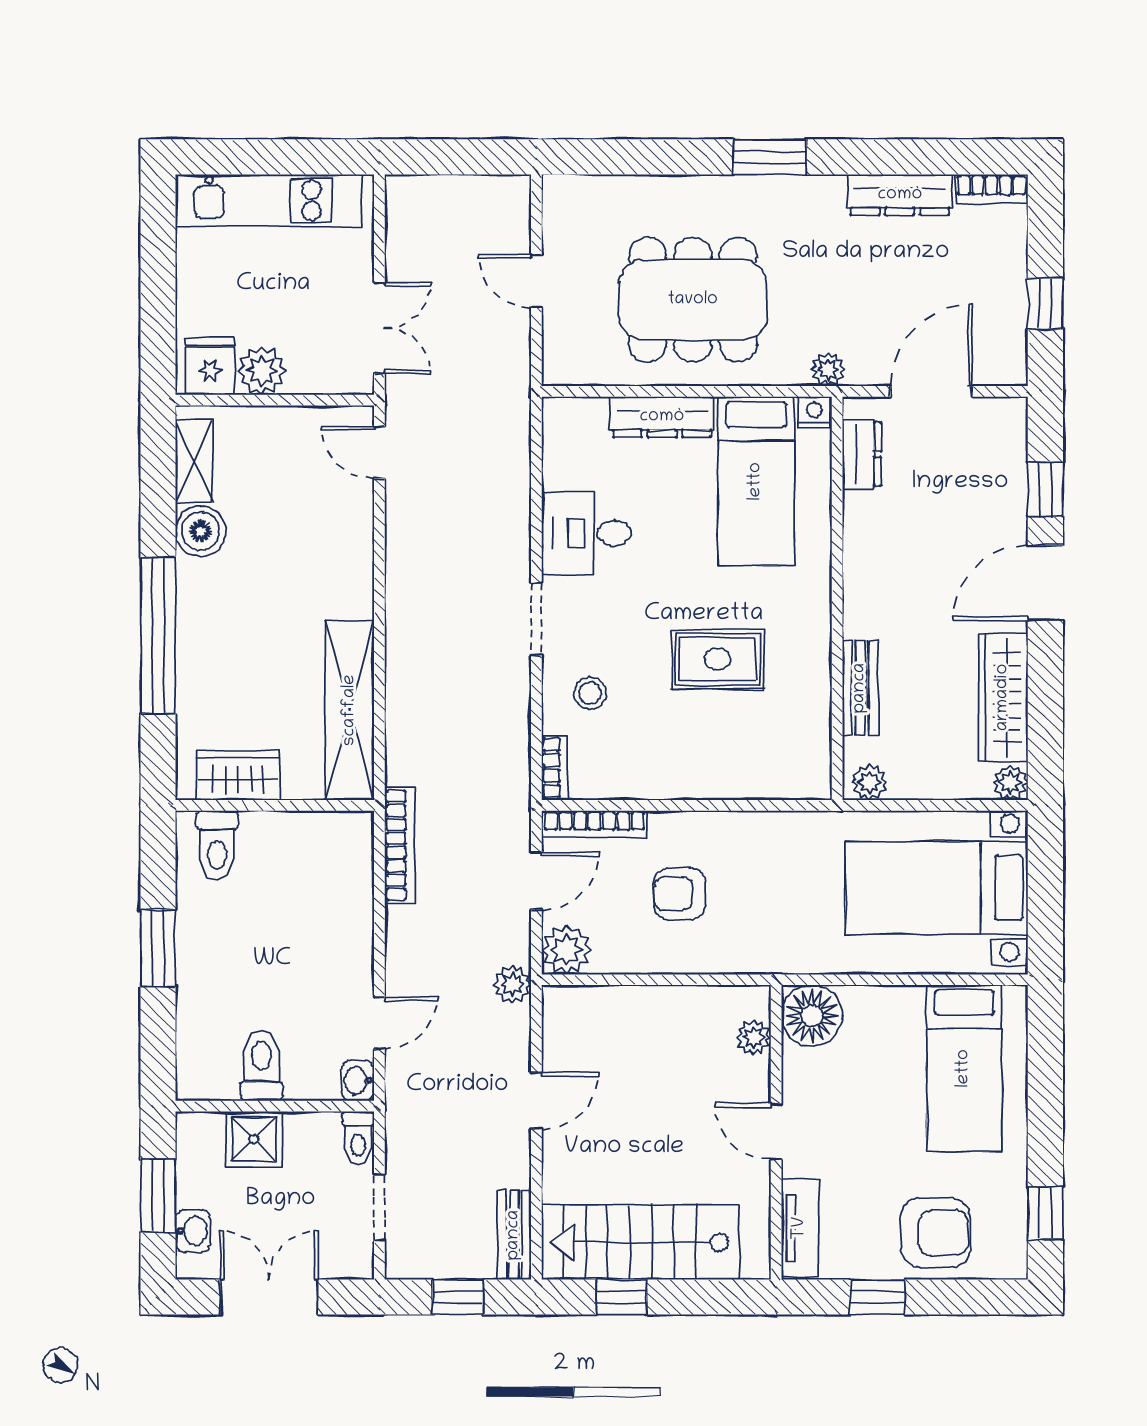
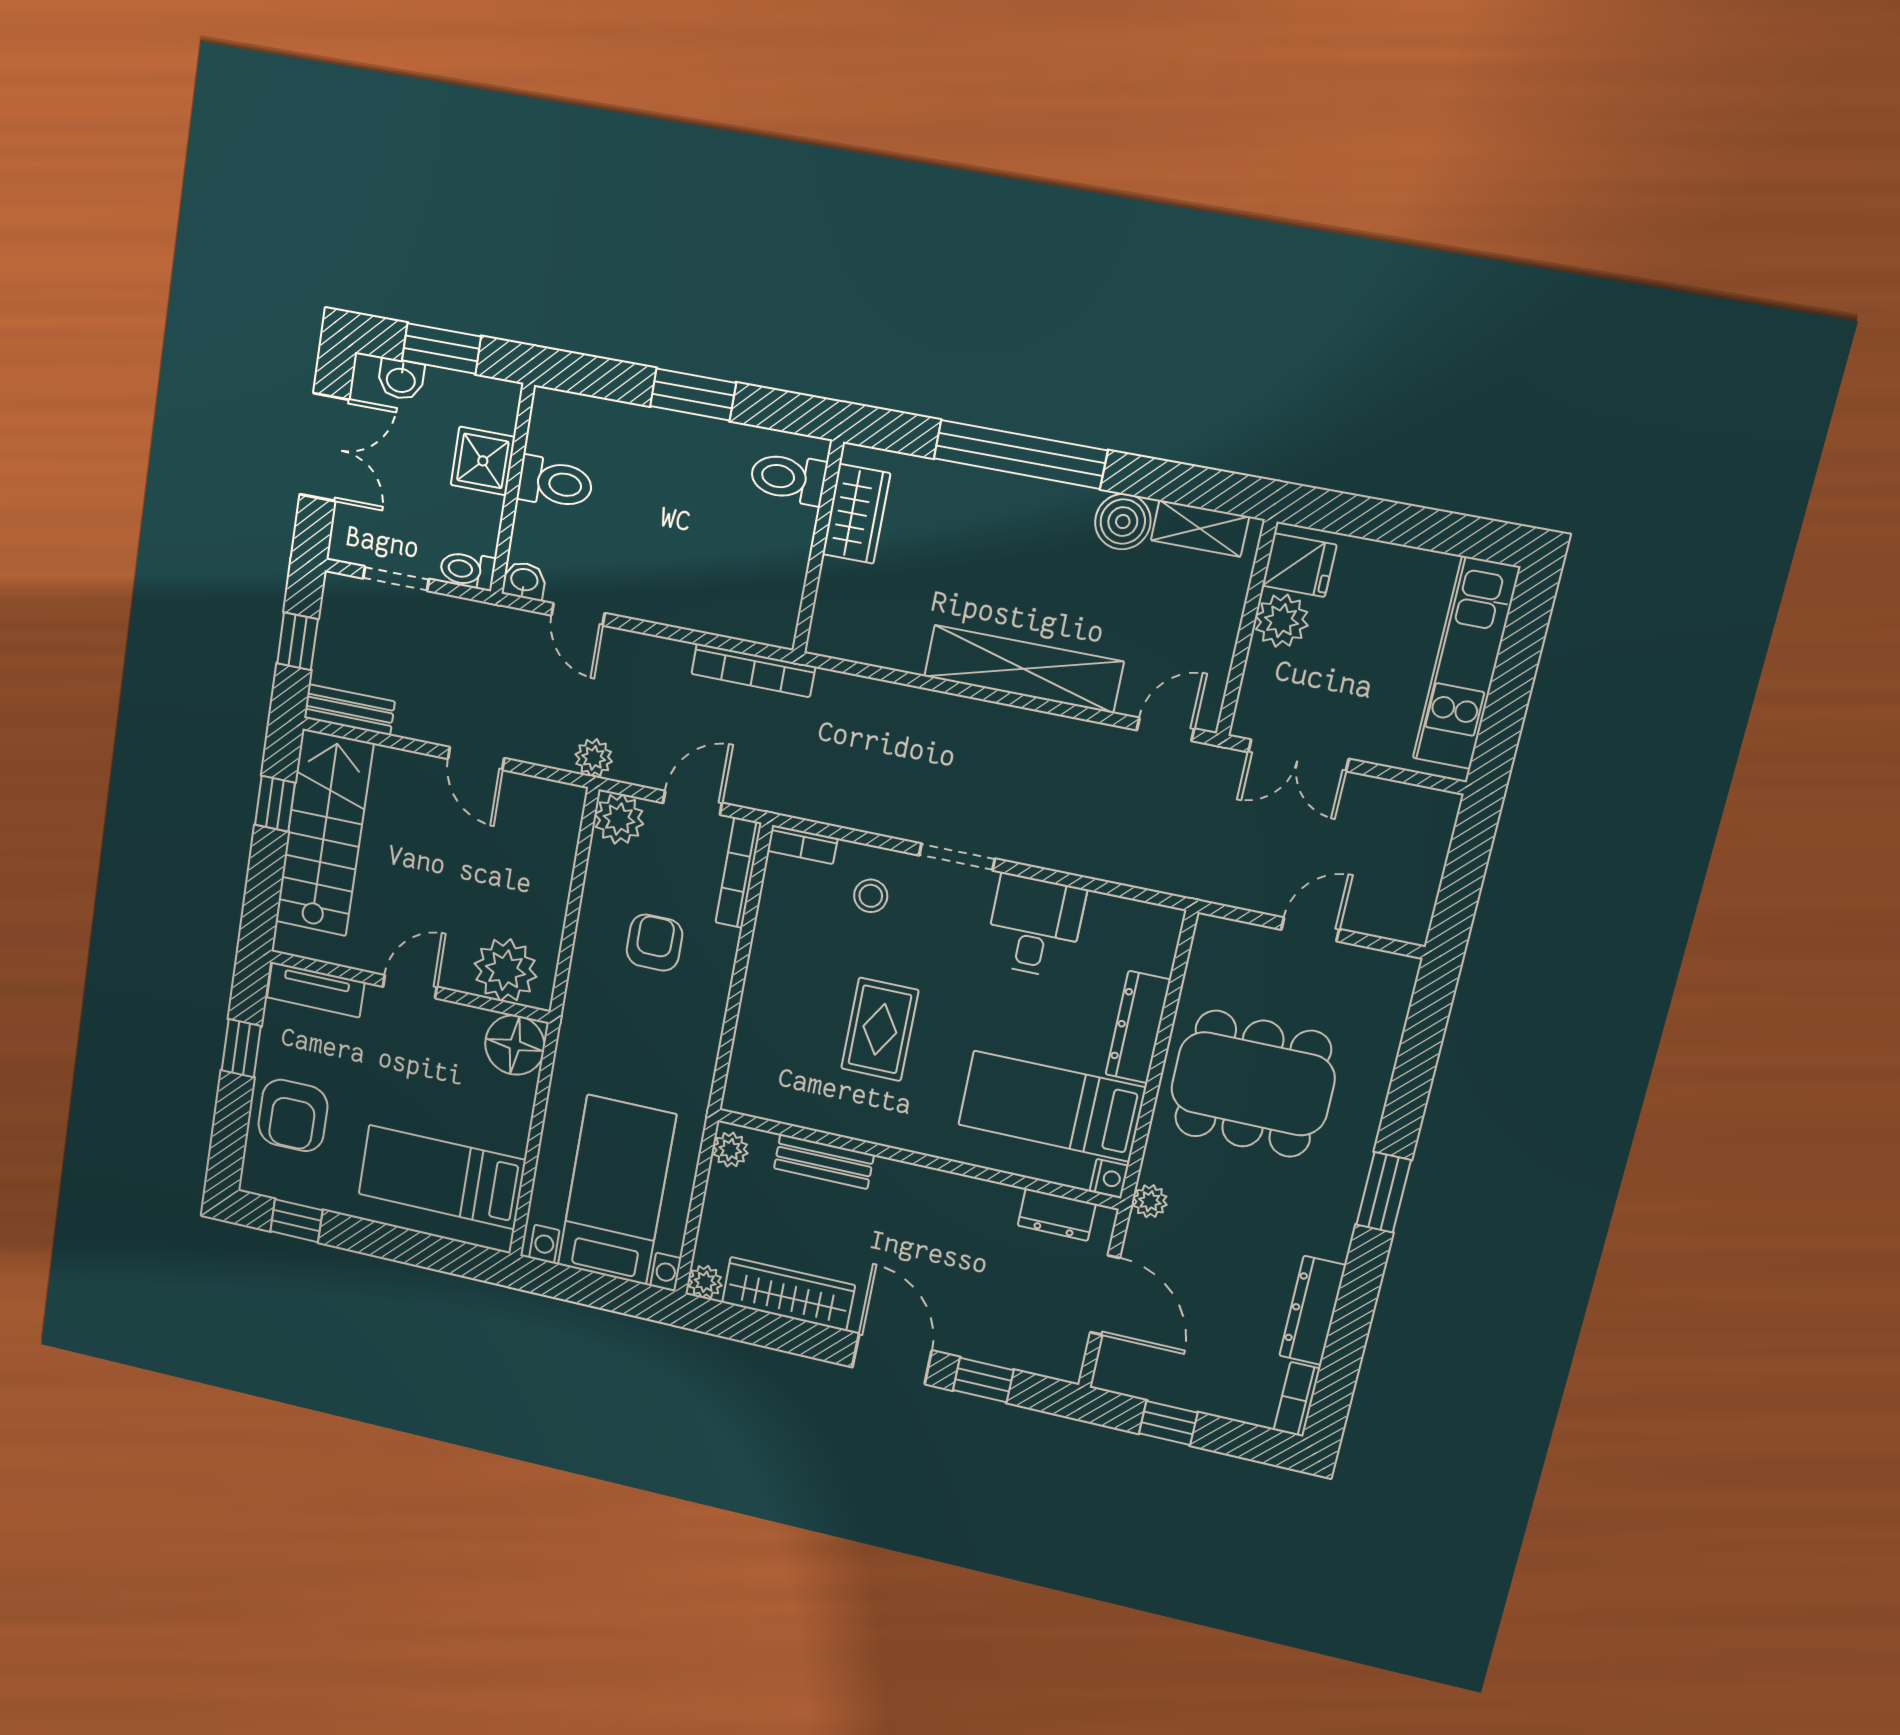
dining table: (693, 300) -> (1253, 1084), turned 90
shelving: (350, 710) -> (1024, 669), moved
door: (536, 881) -> (692, 803), swing flipped
plant: (754, 1037) -> (505, 970), width x1.88, depth x1.88

